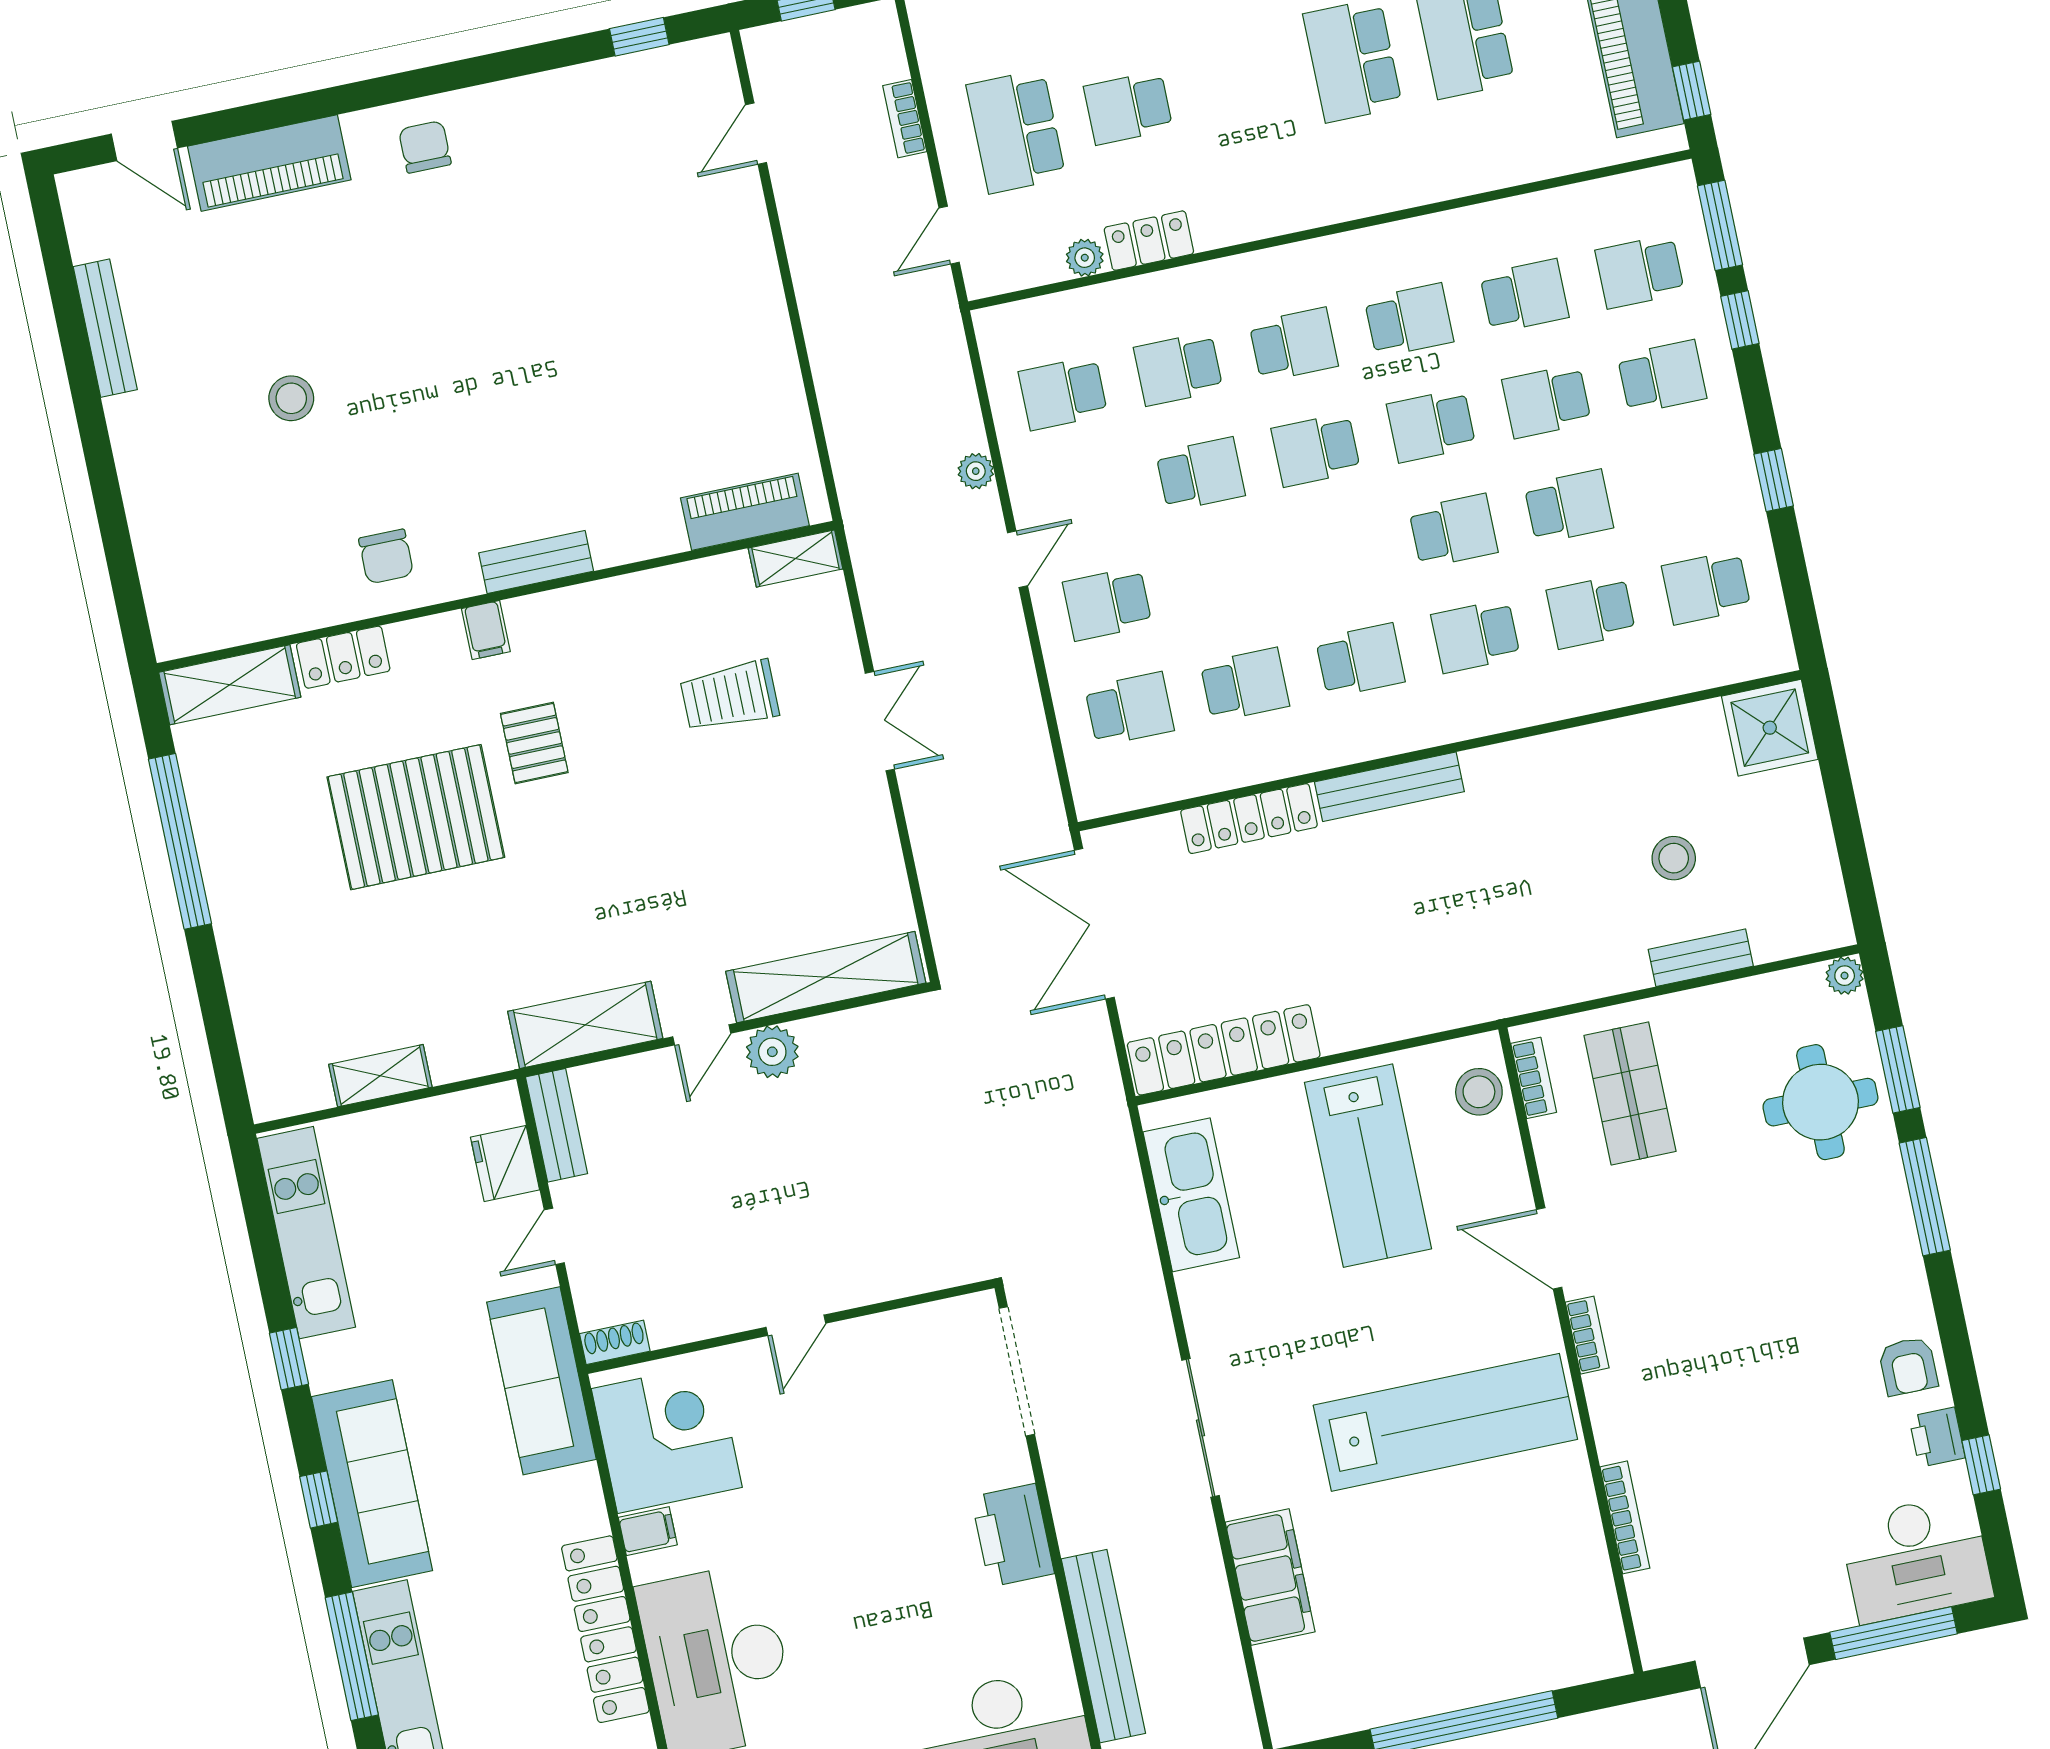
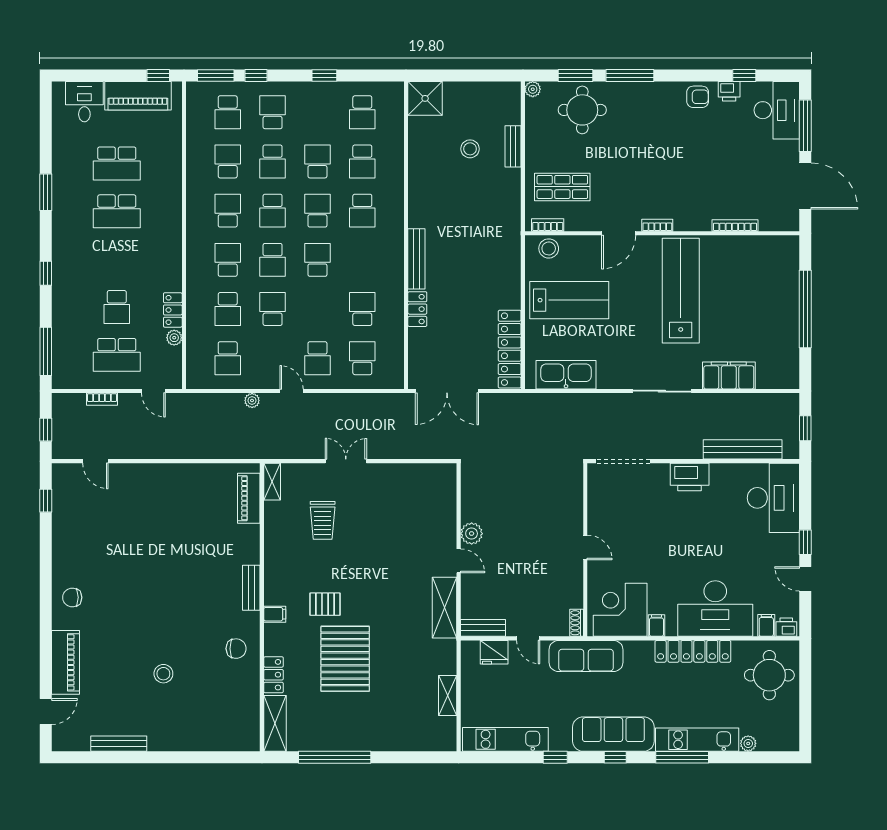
school desk: (1360, 660) -> (317, 260), moved
locker: (1249, 819) -> (417, 309), width x0.66
shelving: (826, 977) -> (446, 505), removed

